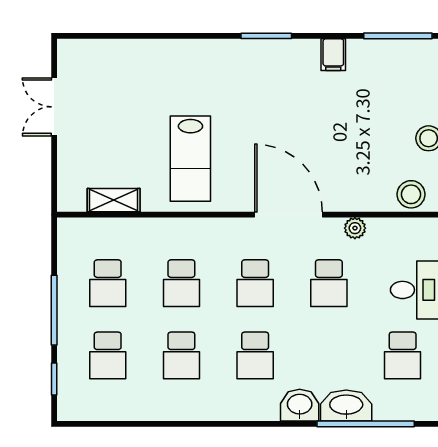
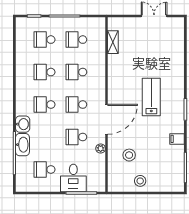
lab bench: (190, 159) -> (151, 97), moved, turned 90
stool: (411, 194) -> (129, 155), moved

